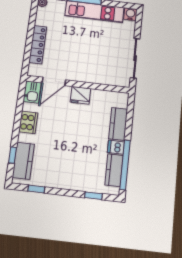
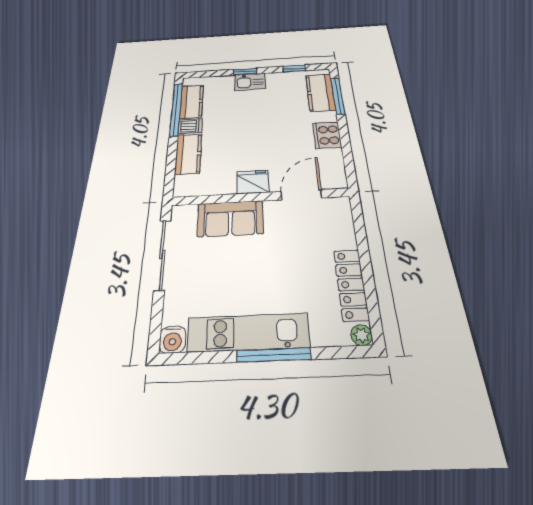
locker: (38, 45) -> (351, 284), moved
sofa: (96, 73) -> (230, 219), added
kitchen sink: (32, 92) -> (250, 82), moved, turned -90
window: (12, 155) -> (338, 96), width x2.17
window: (93, 196) -> (245, 72), moved

